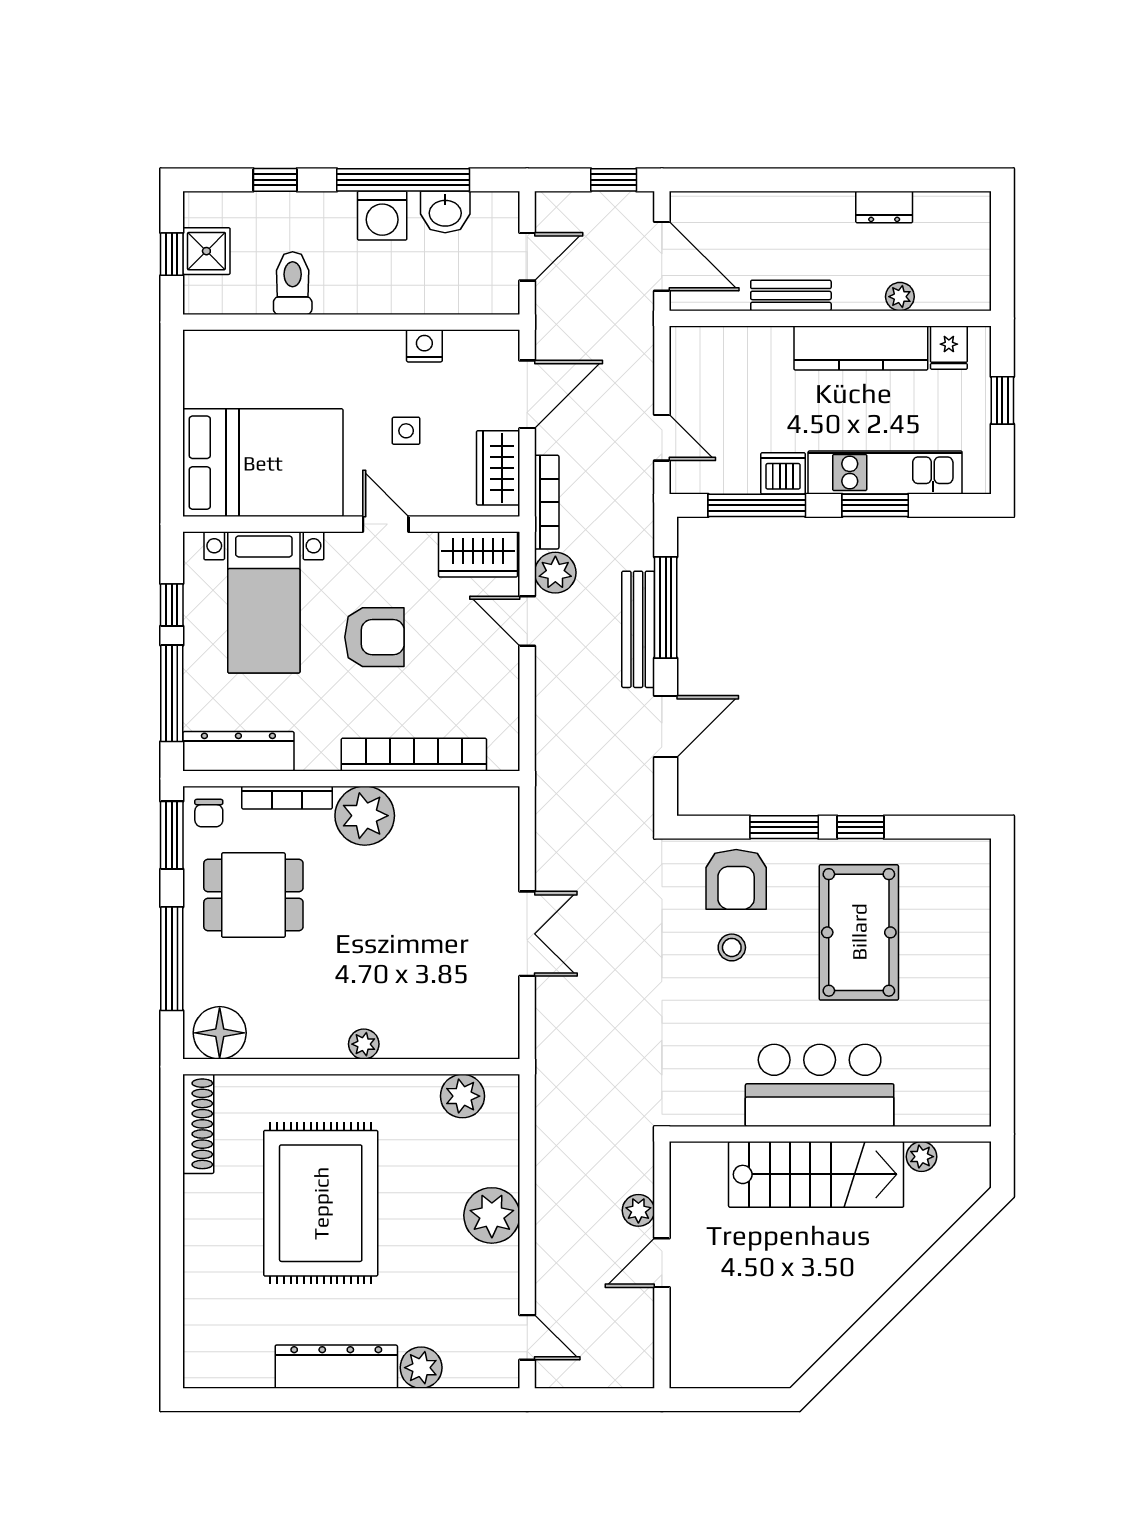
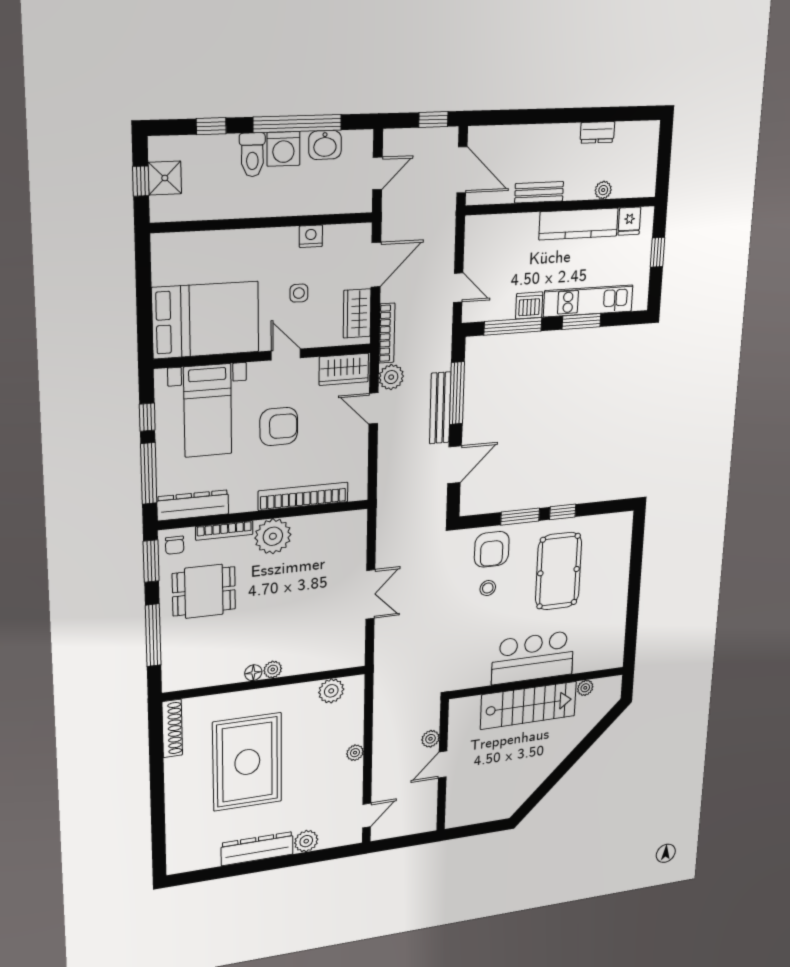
toilet: (293, 283) -> (252, 155), moved, turned 180
floor lamp: (220, 1033) -> (253, 673), moved, width x0.53, depth x0.53
plant: (492, 1215) -> (355, 753), width x0.53, depth x0.53
door: (527, 1337) -> (367, 815), hinge flipped

